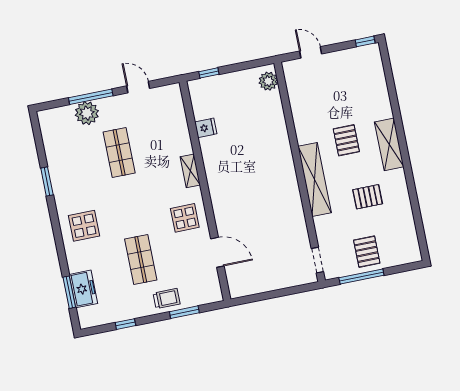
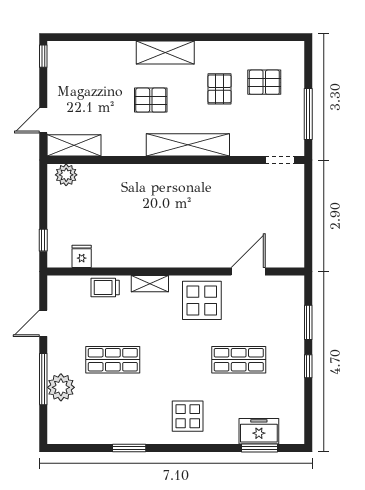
shelving: (295, 83) -> (74, 145), added
fridge: (206, 128) -> (82, 256), moved
display table: (185, 218) -> (202, 300), width x1.36, depth x1.36
pallet: (367, 252) -> (264, 82), moved
trolley: (167, 299) -> (105, 287), moved, turned -90
window: (125, 324) -> (308, 366), moved

